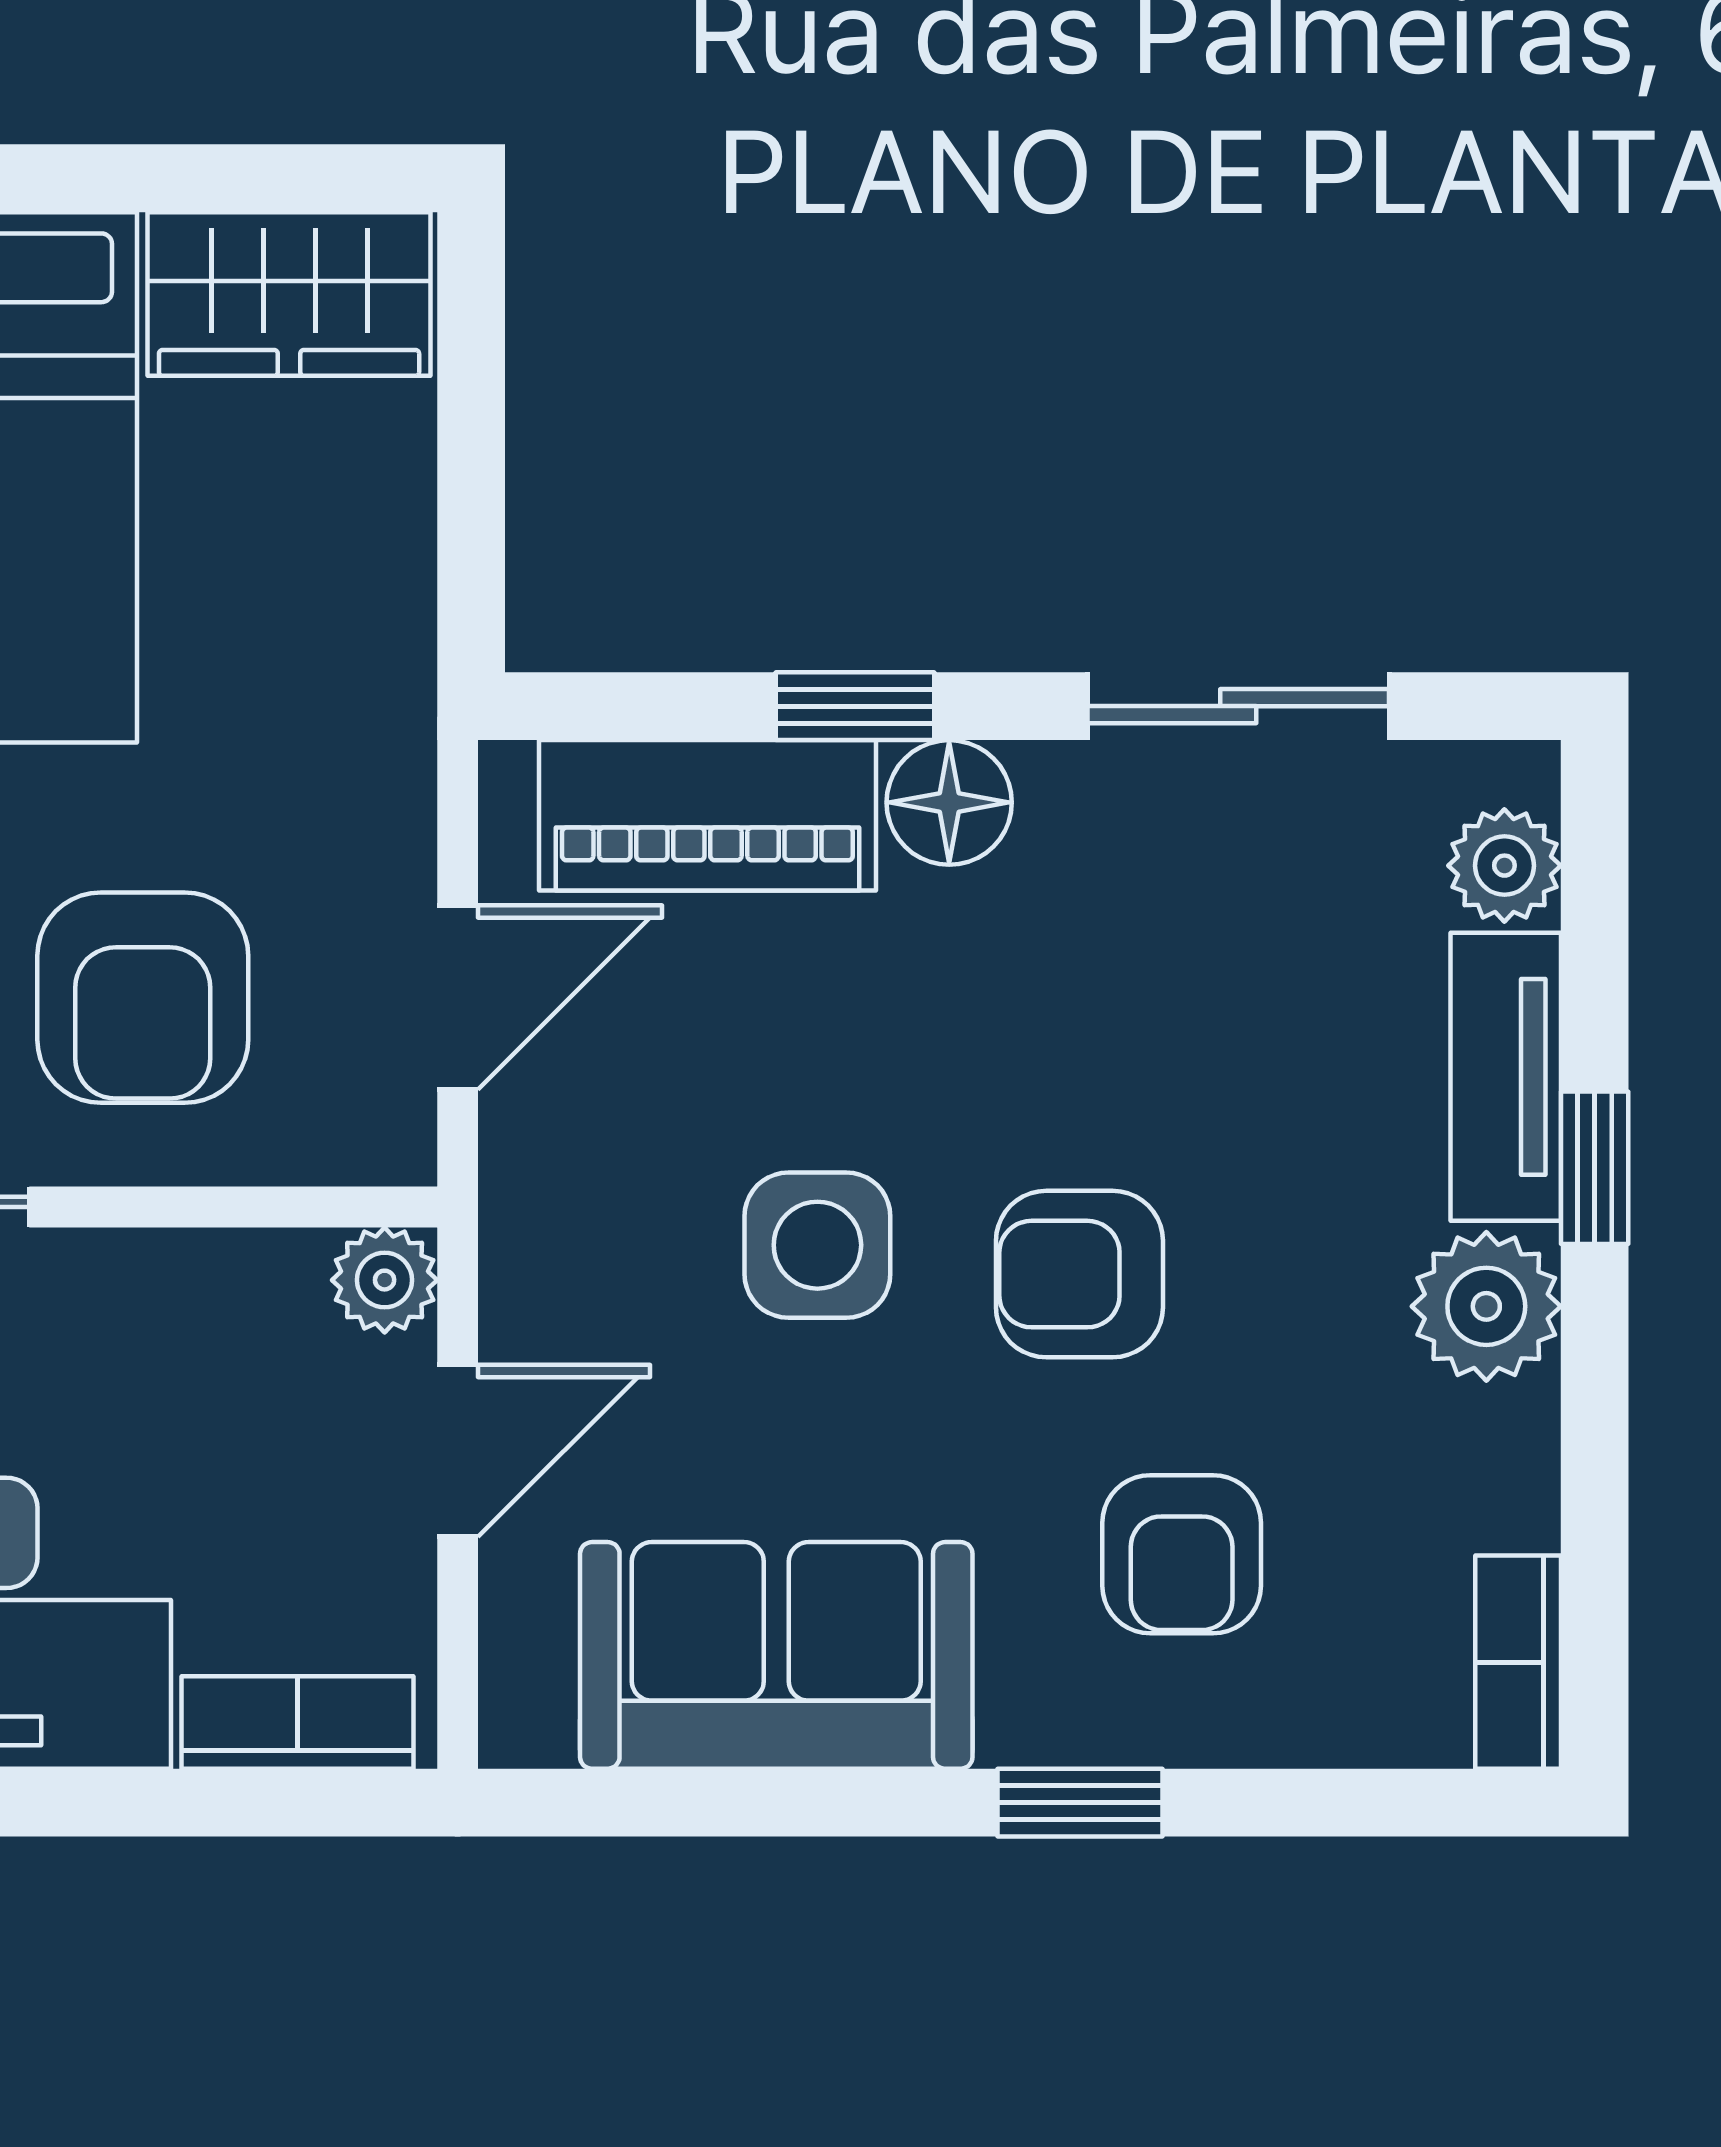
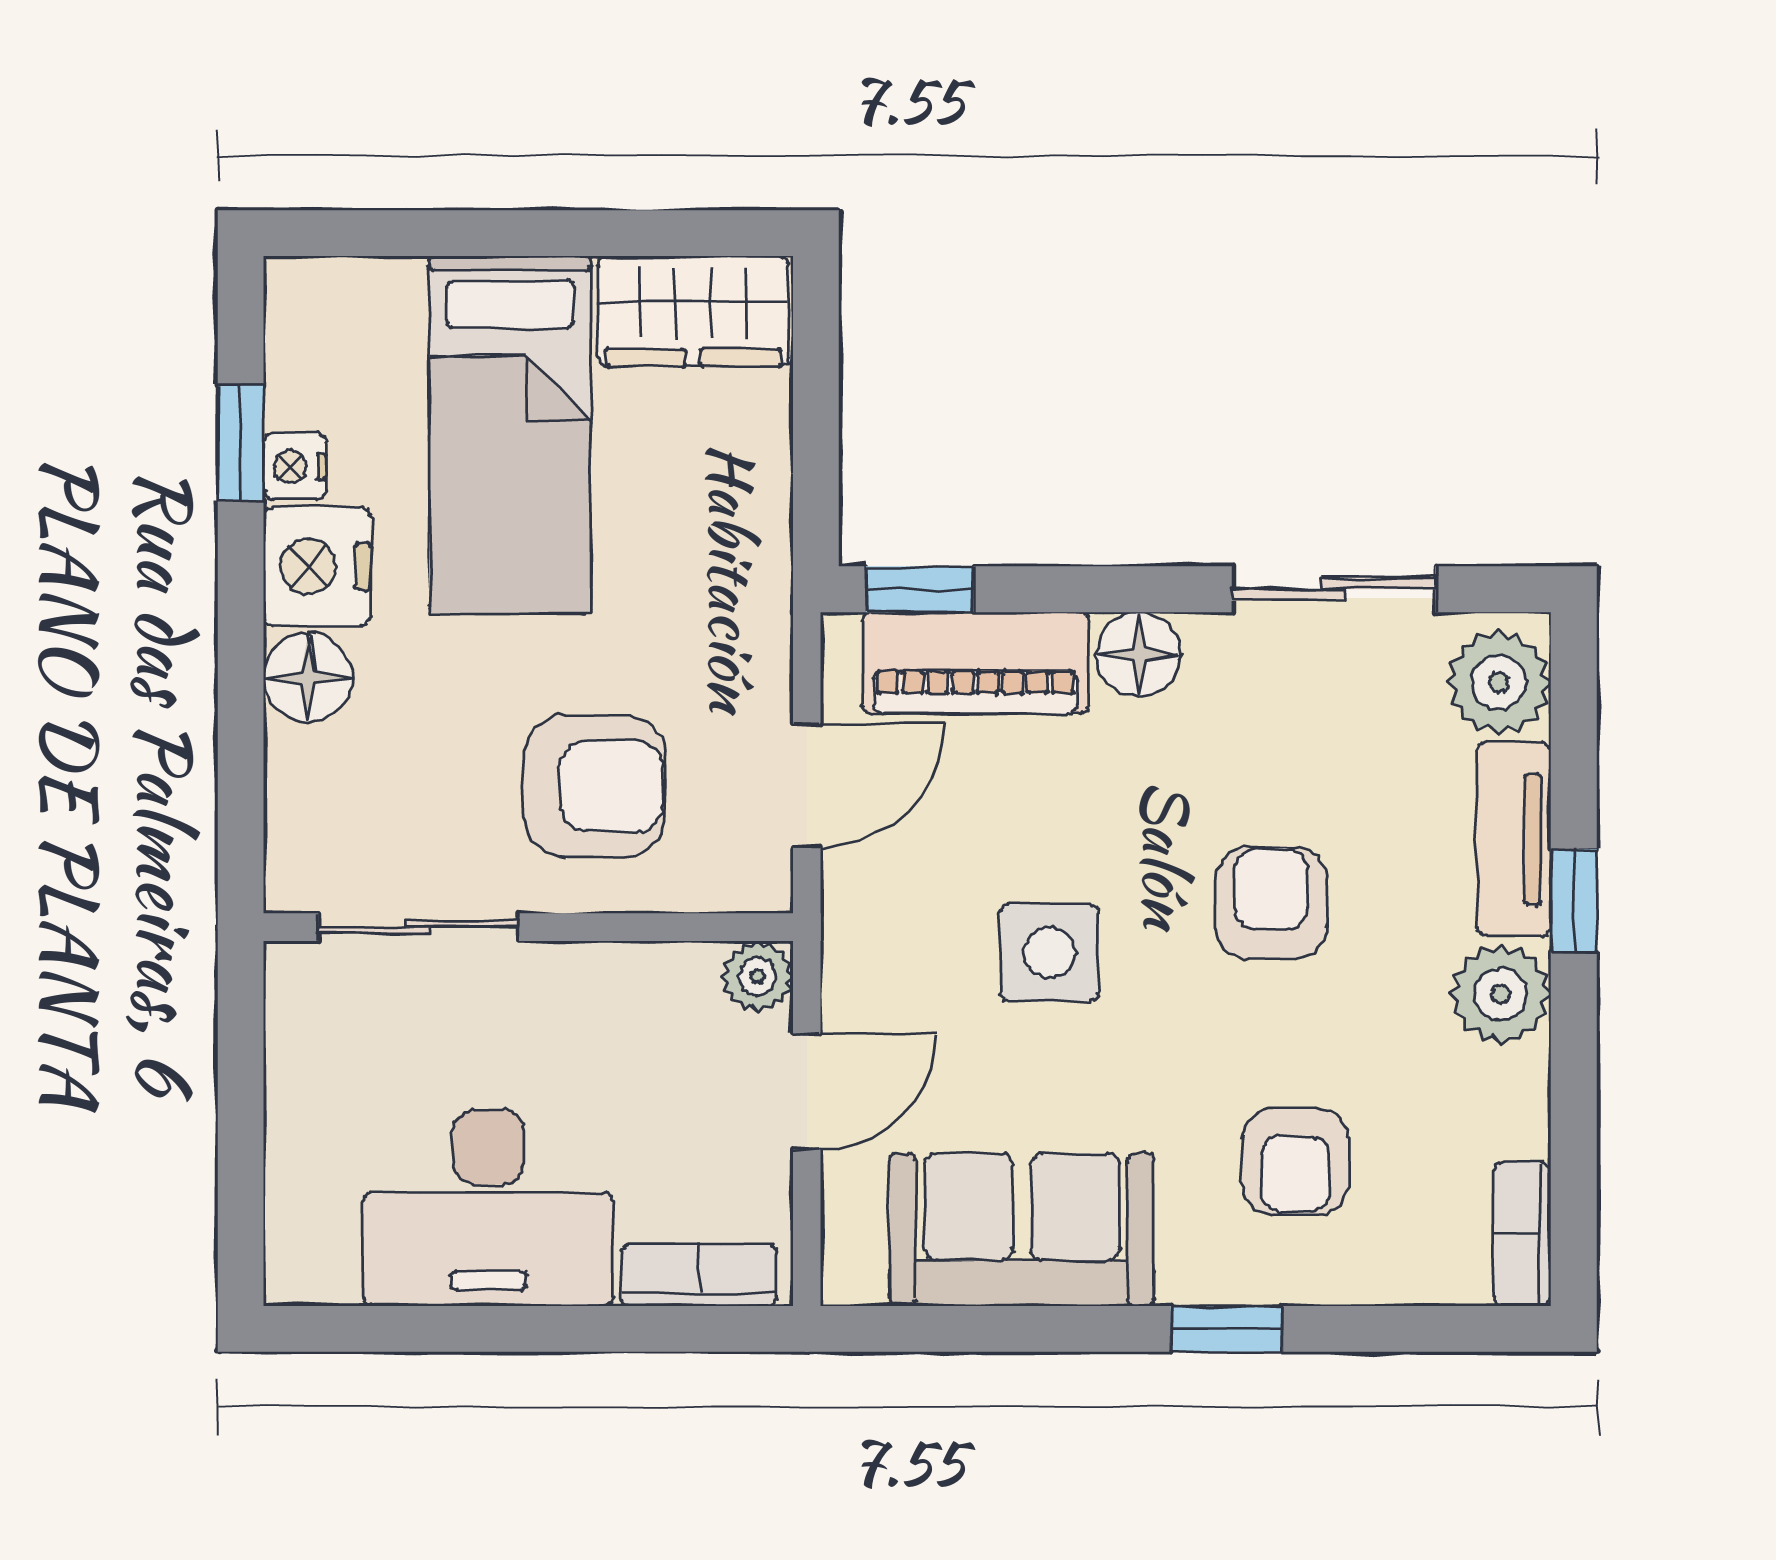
window: (855, 706) -> (920, 589), moved
plant: (1504, 866) -> (1499, 682), width x1.38, depth x1.38
armchair: (143, 998) -> (594, 786), turned -90
armchair: (1079, 1274) -> (1271, 902), moved, turned 90

